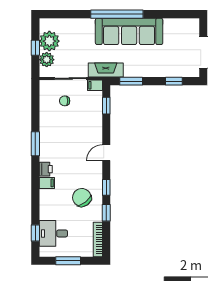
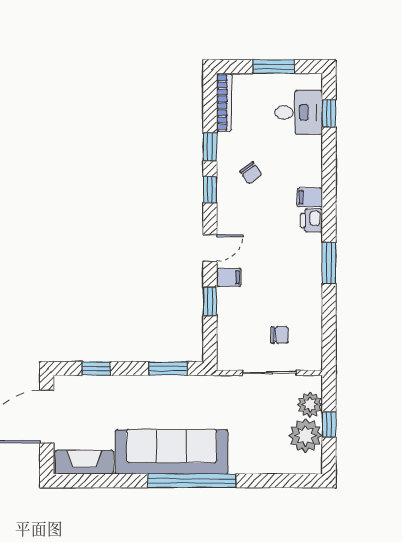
fireplace: (106, 70) -> (84, 462), moved, turned 180
filing cabinet: (95, 85) -> (229, 277), moved
window: (106, 106) -> (210, 301), moved
chair: (82, 198) -> (251, 173), width x0.54, depth x0.54

